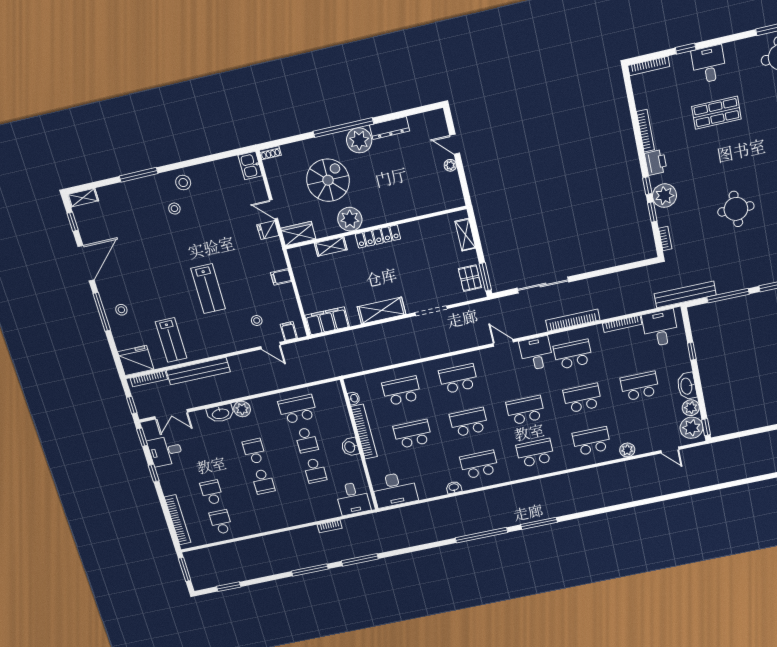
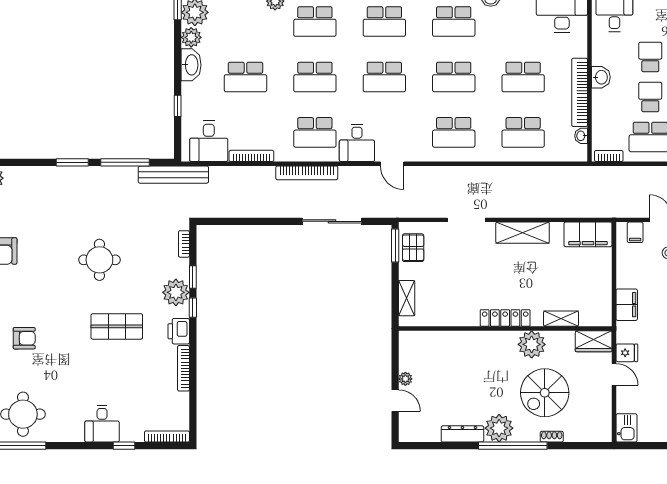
shop shelf: (716, 113) -> (117, 326), moved
shoe rack: (270, 153) -> (552, 437), moved
filing cabinet: (281, 277) -> (627, 305), width x2.00
bookcase: (327, 387) -> (609, 156), added

